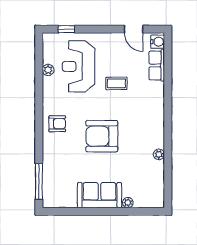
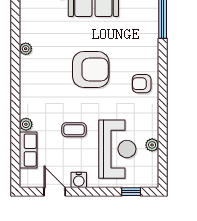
water cooler: (158, 42) -> (79, 180), moved, turned -90
plant: (159, 88) -> (26, 124), added

